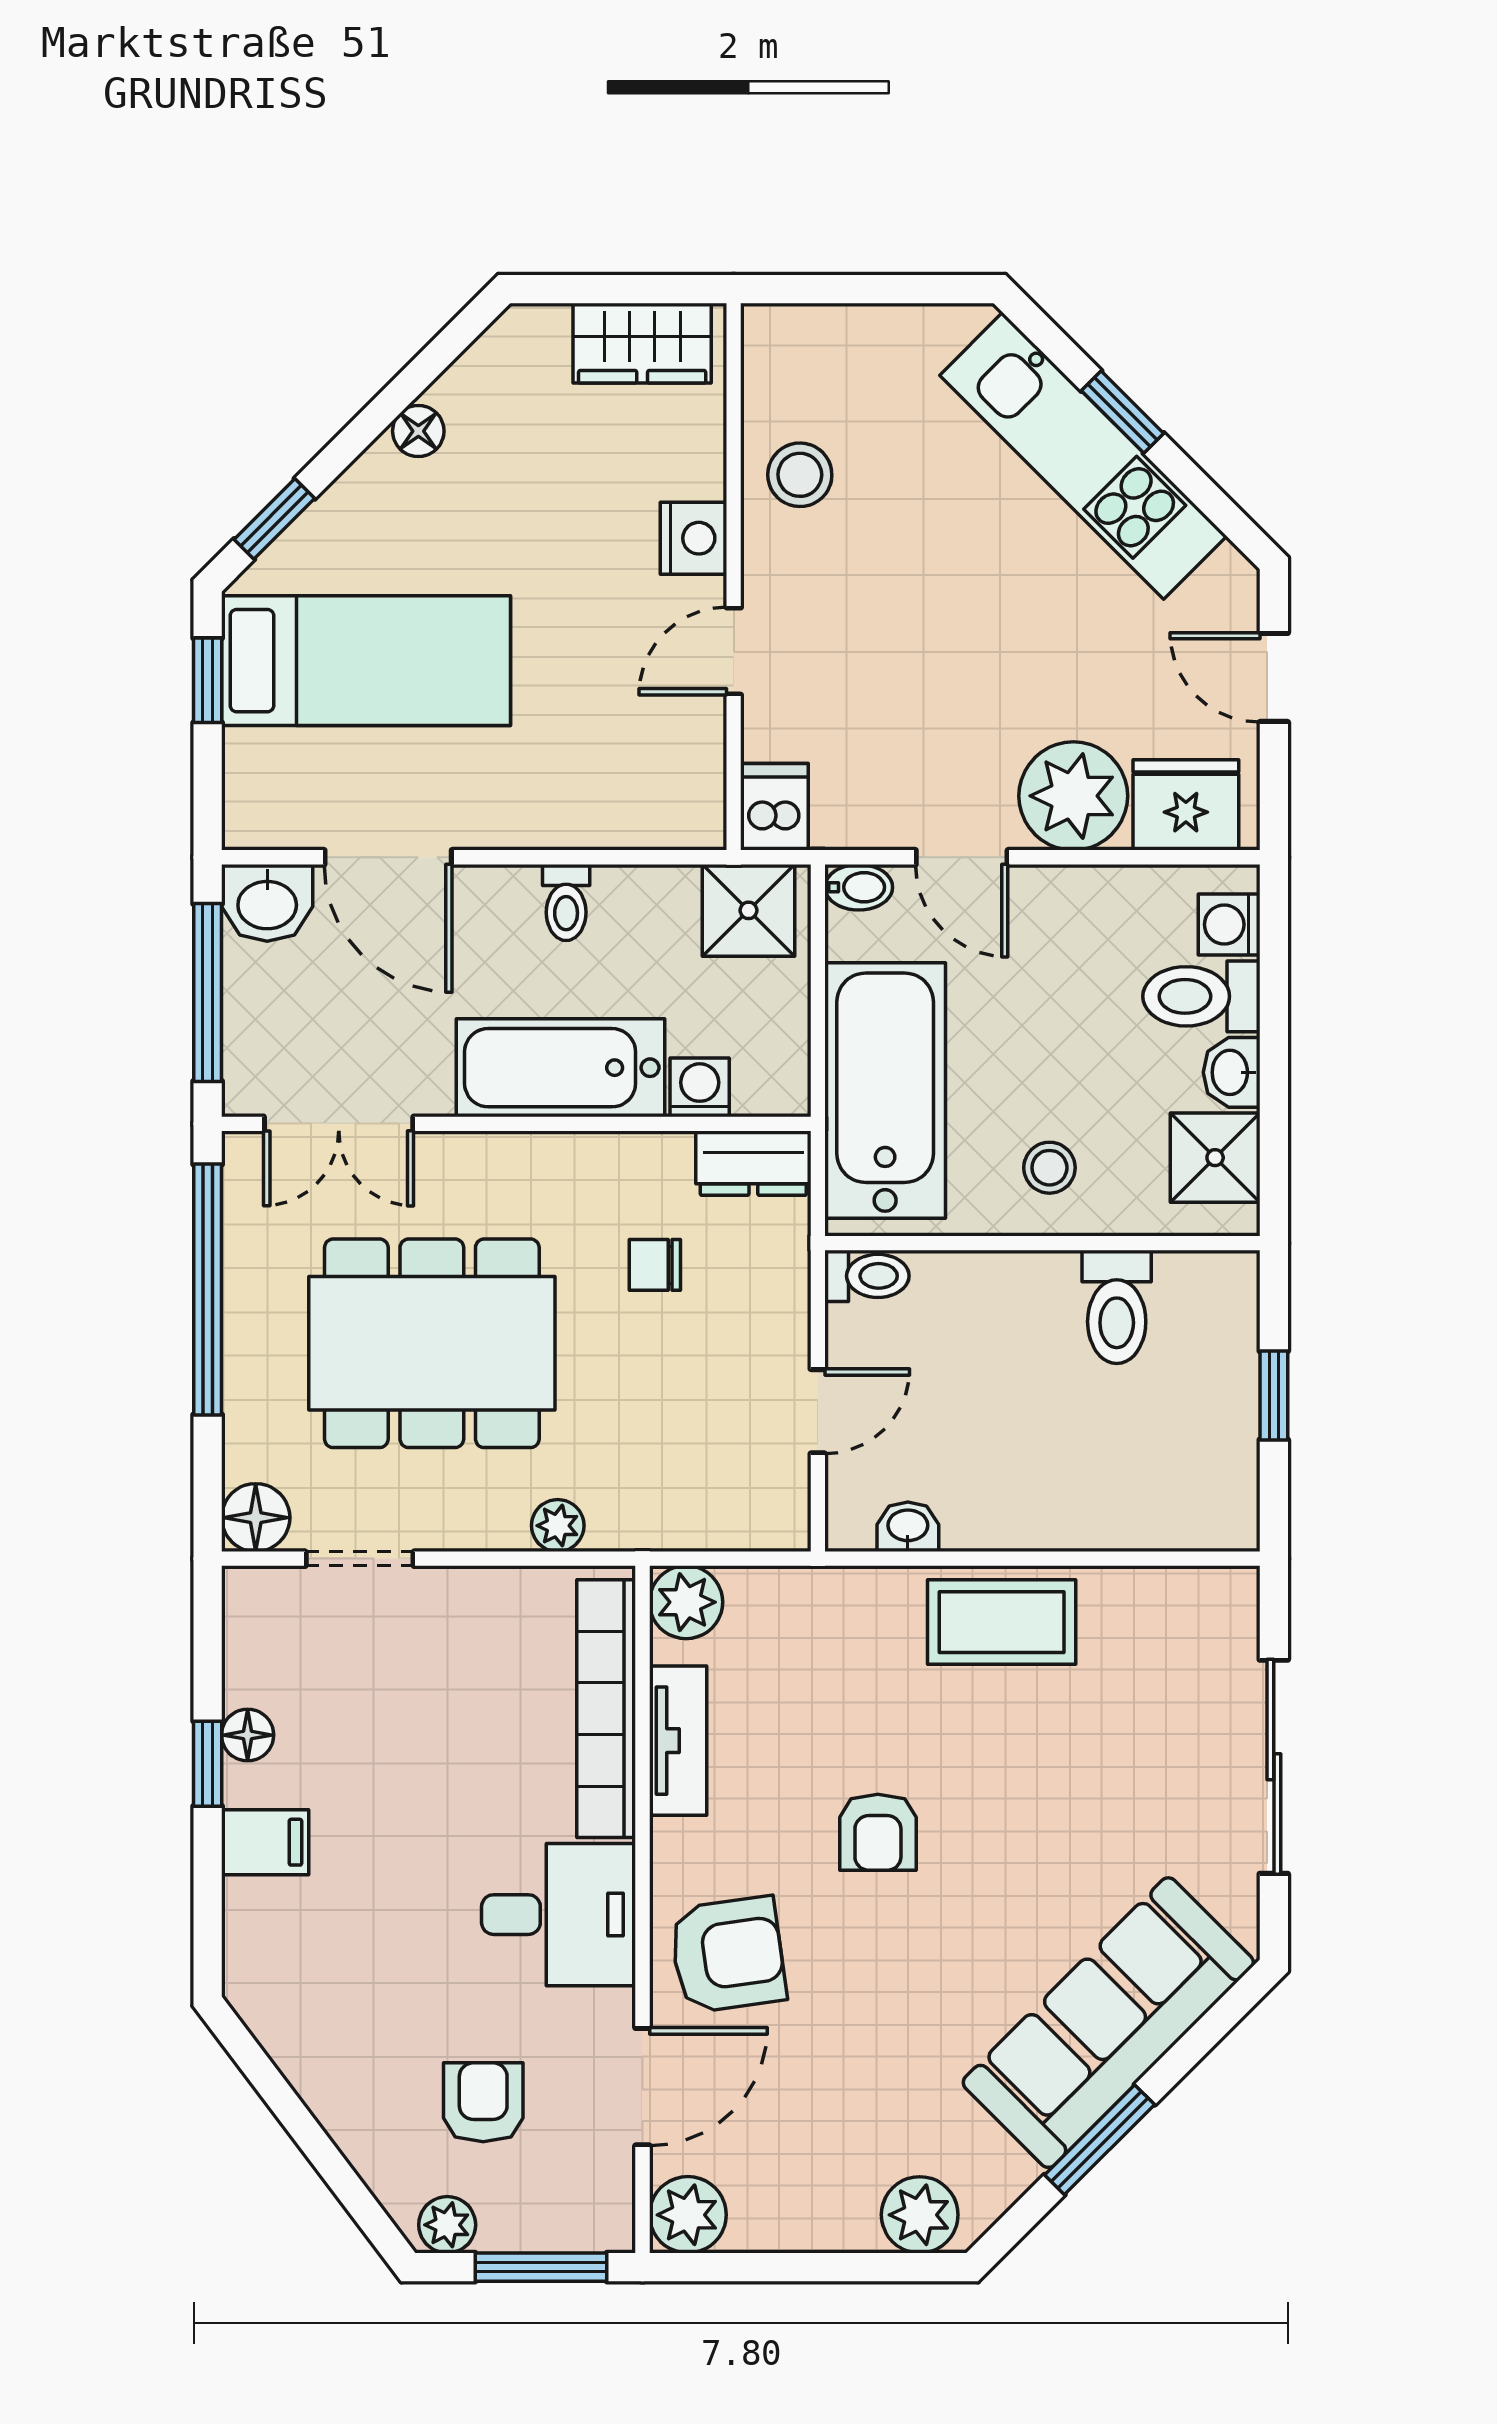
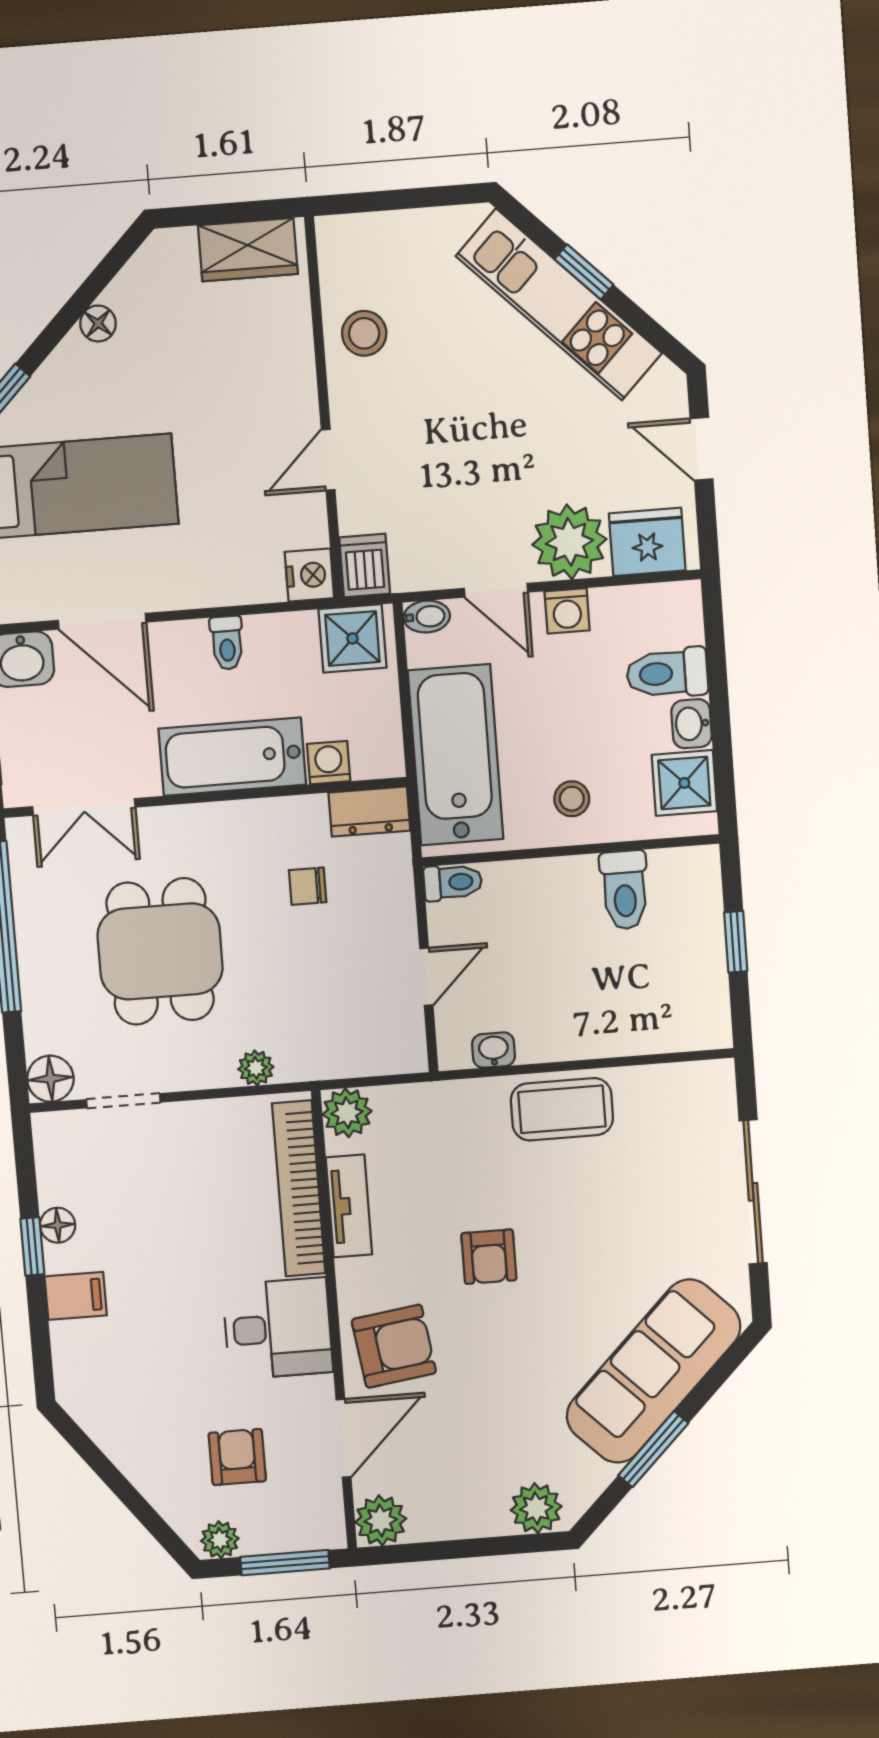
nightstand: (693, 538) -> (309, 575), moved
washing machine: (1229, 925) -> (567, 611), moved, turned -90
dining table: (432, 1343) -> (160, 951), width x0.73

